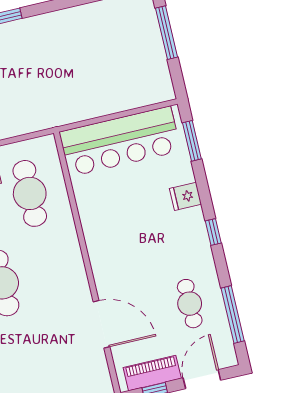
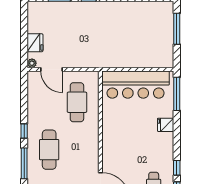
window: (192, 141) -> (177, 94), width x1.44
window: (213, 232) -> (177, 168), moved

